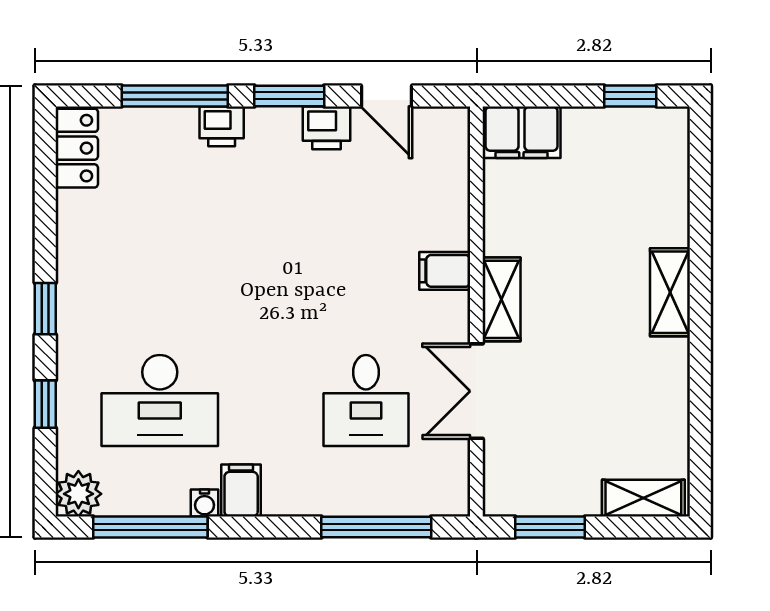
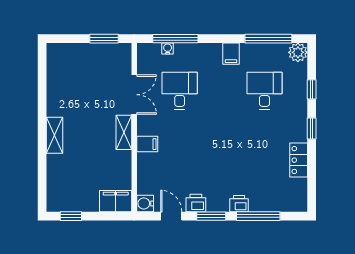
water cooler: (450, 127) -> (145, 203), added
locker: (77, 148) -> (299, 160), moved
desk: (160, 400) -> (264, 91), width x0.73
shelving: (643, 498) -> (66, 51), removed
water cooler: (205, 503) -> (168, 49), moved

